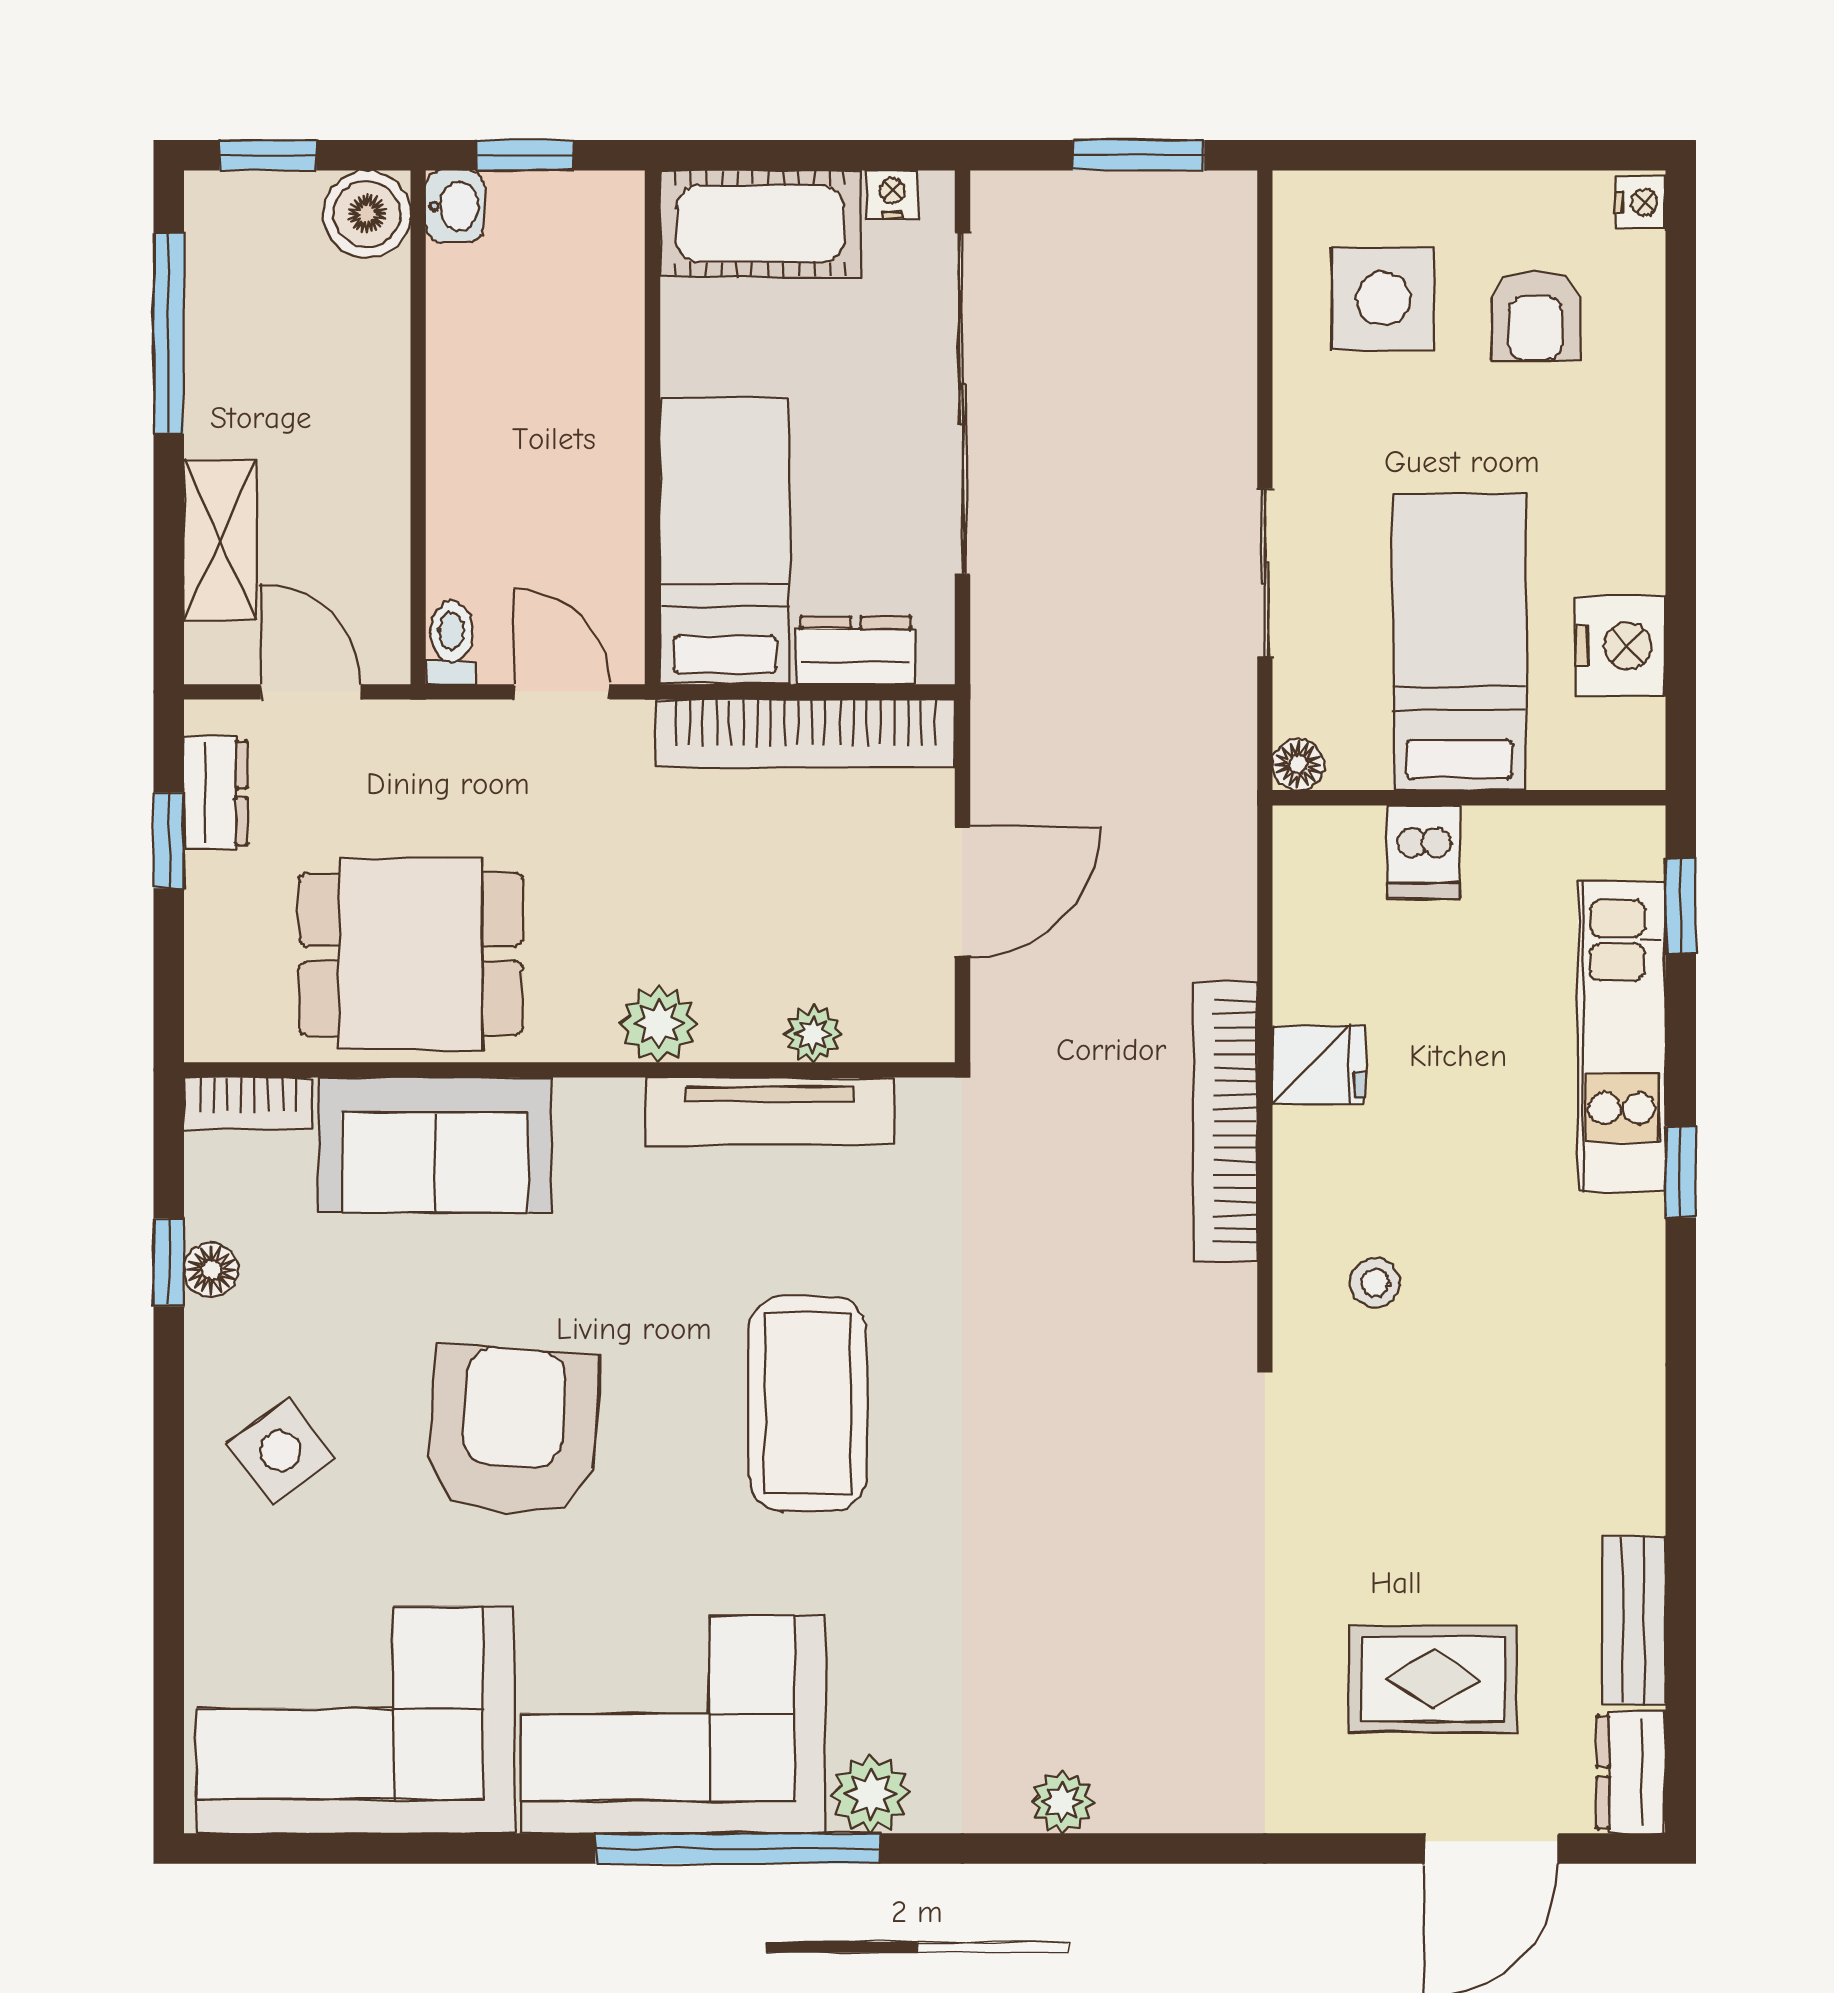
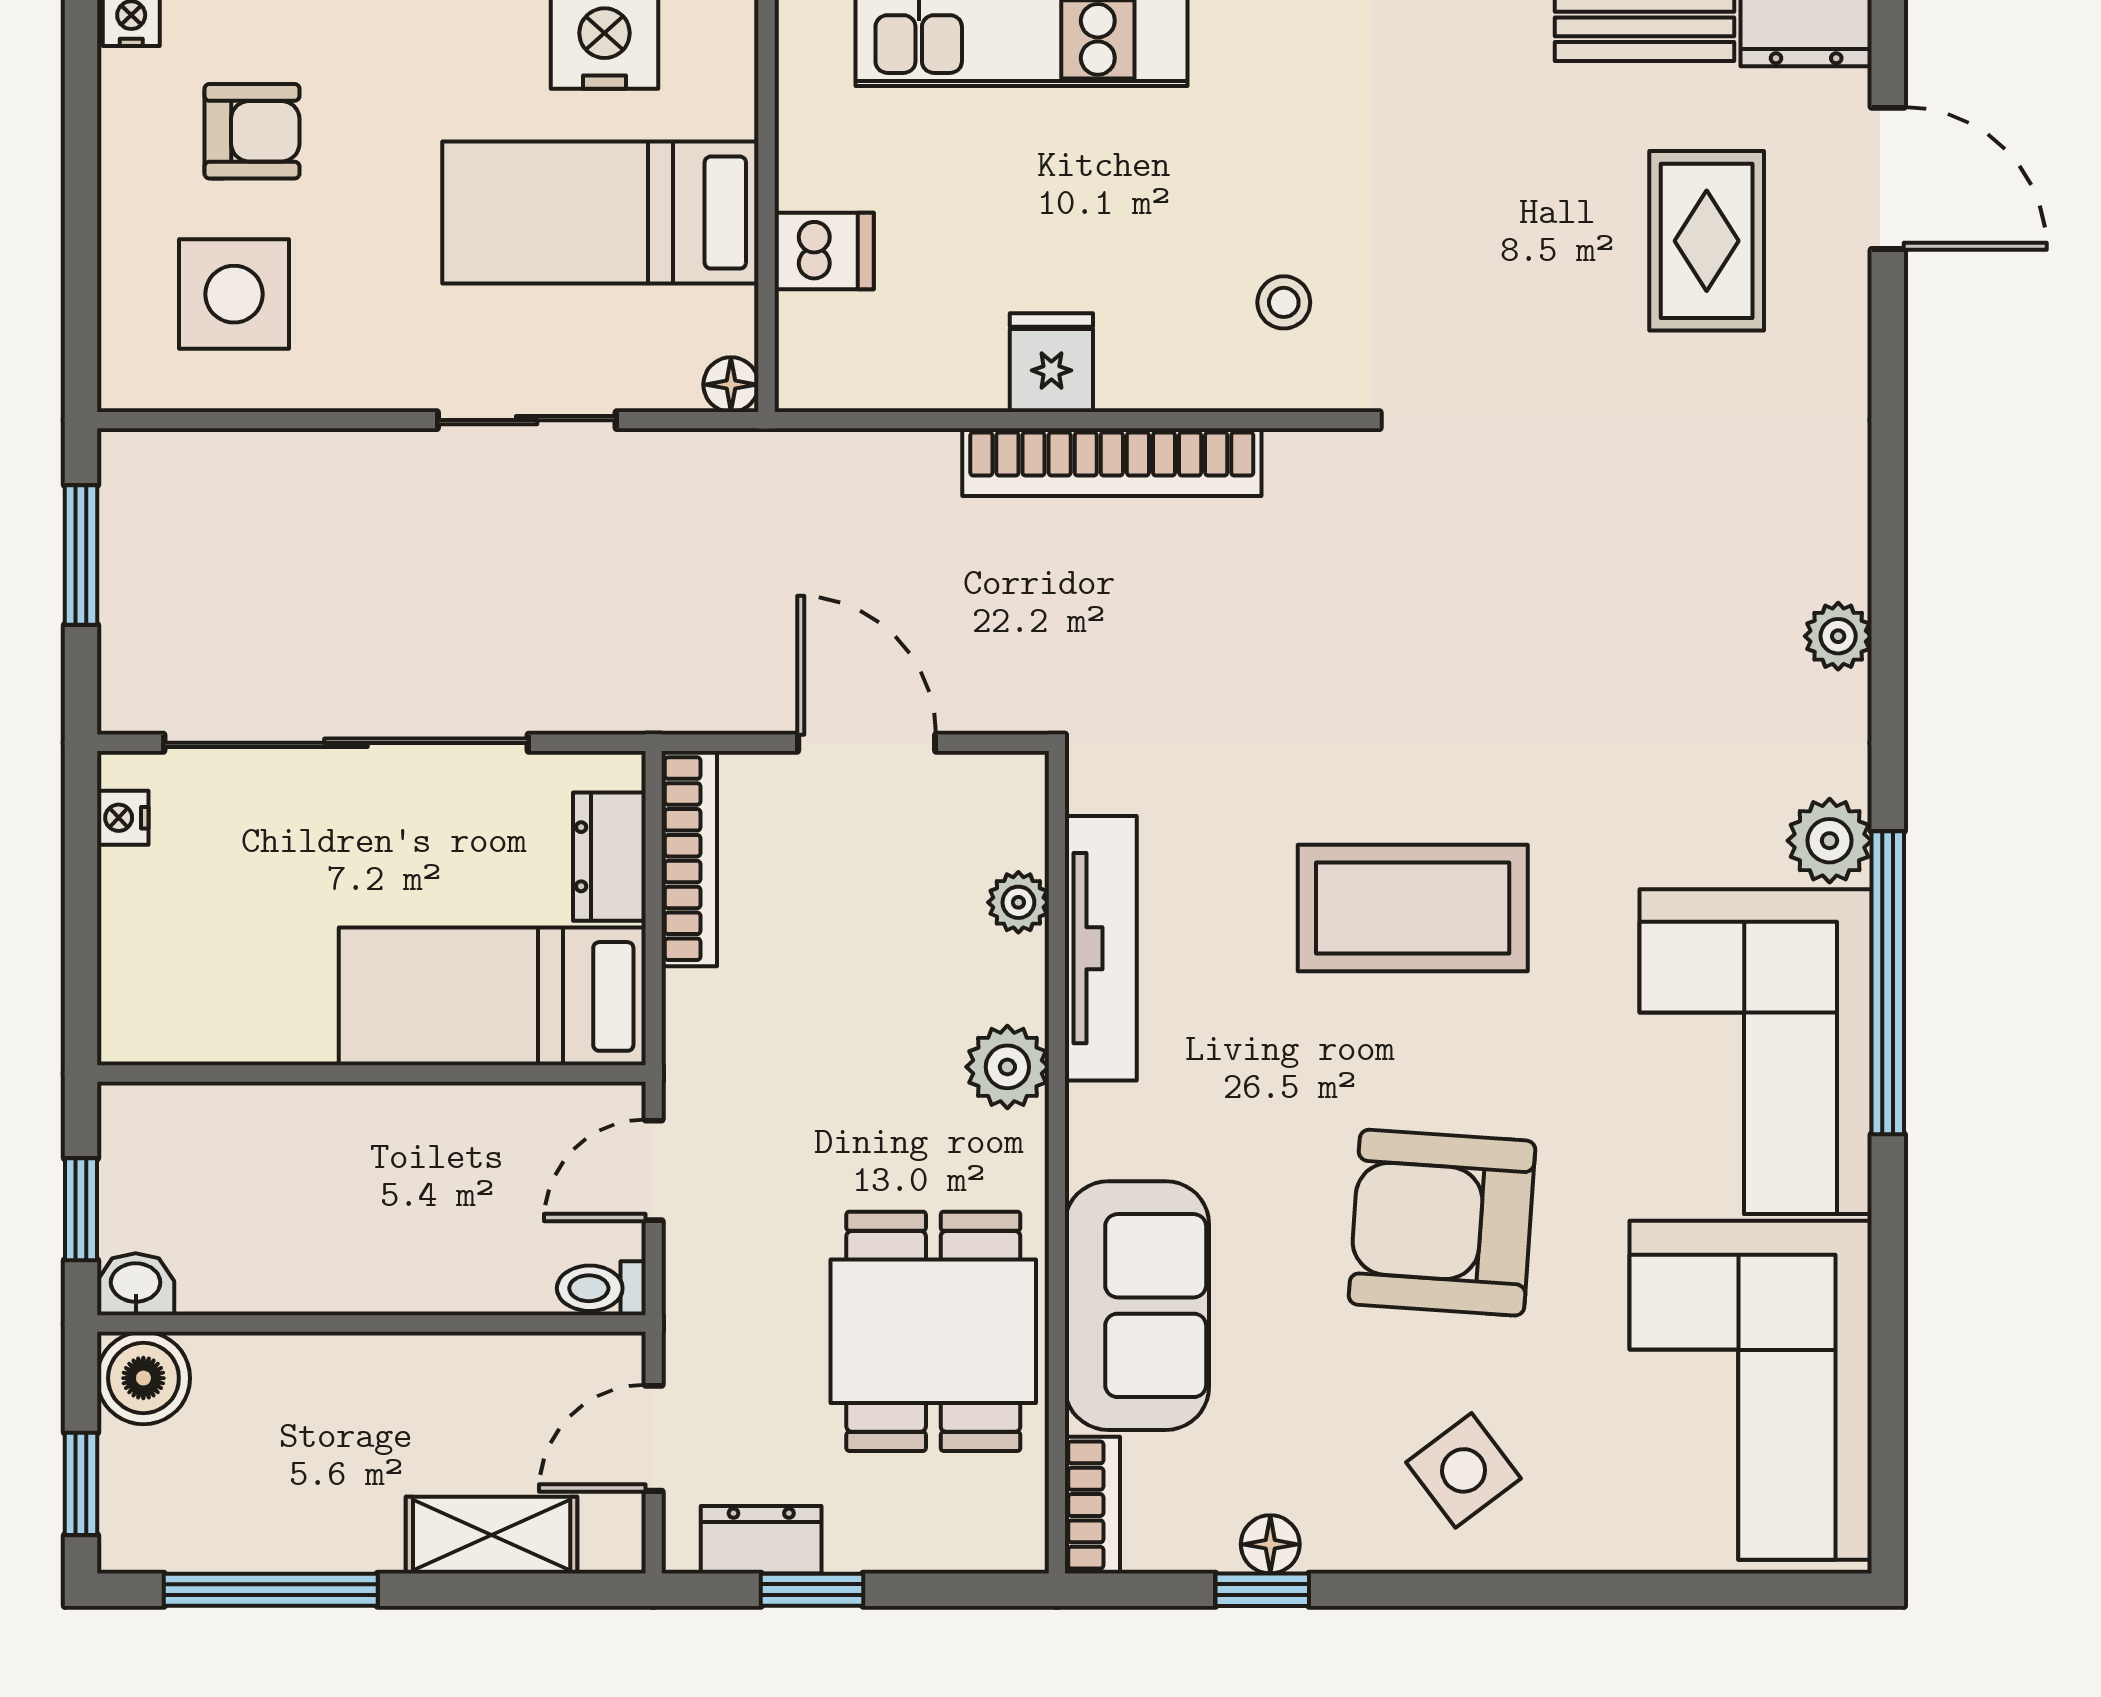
cot: (760, 224) -> (154, 958), removed
bookcase: (805, 733) -> (689, 859), width x0.68, depth x0.76

